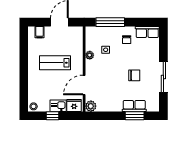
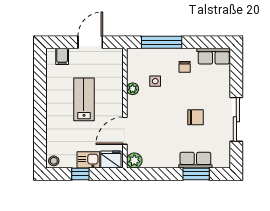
lab bench: (55, 63) -> (84, 99), turned 90

